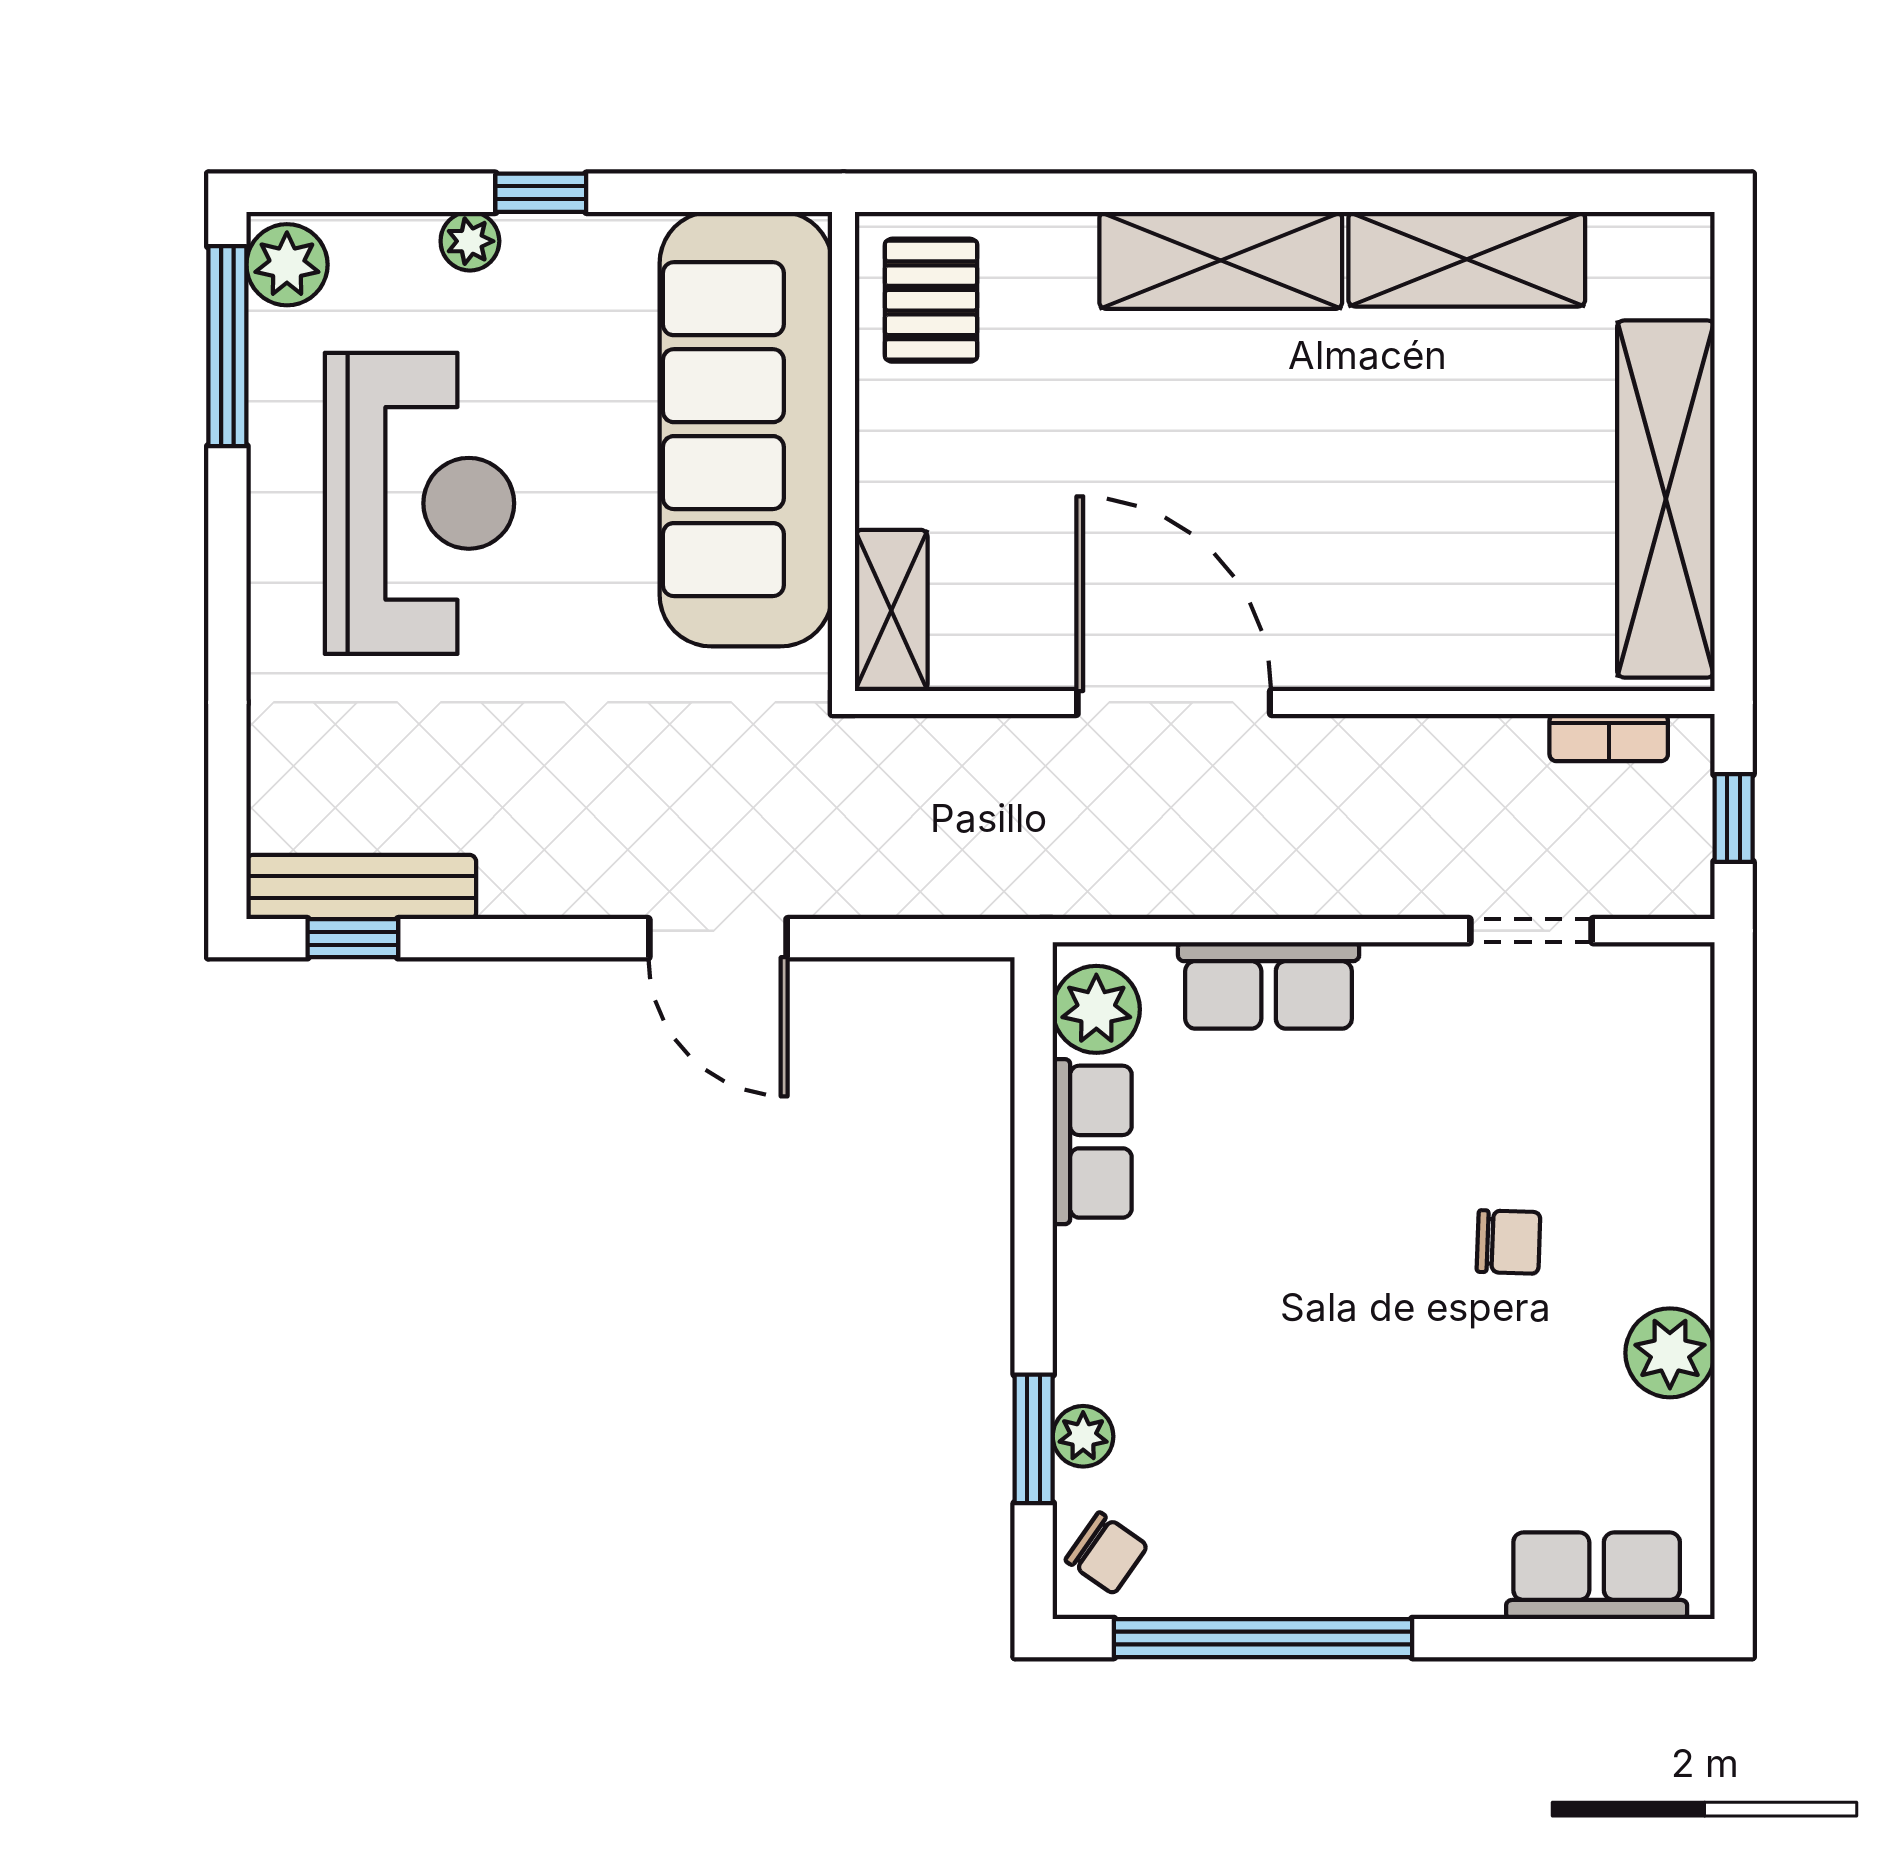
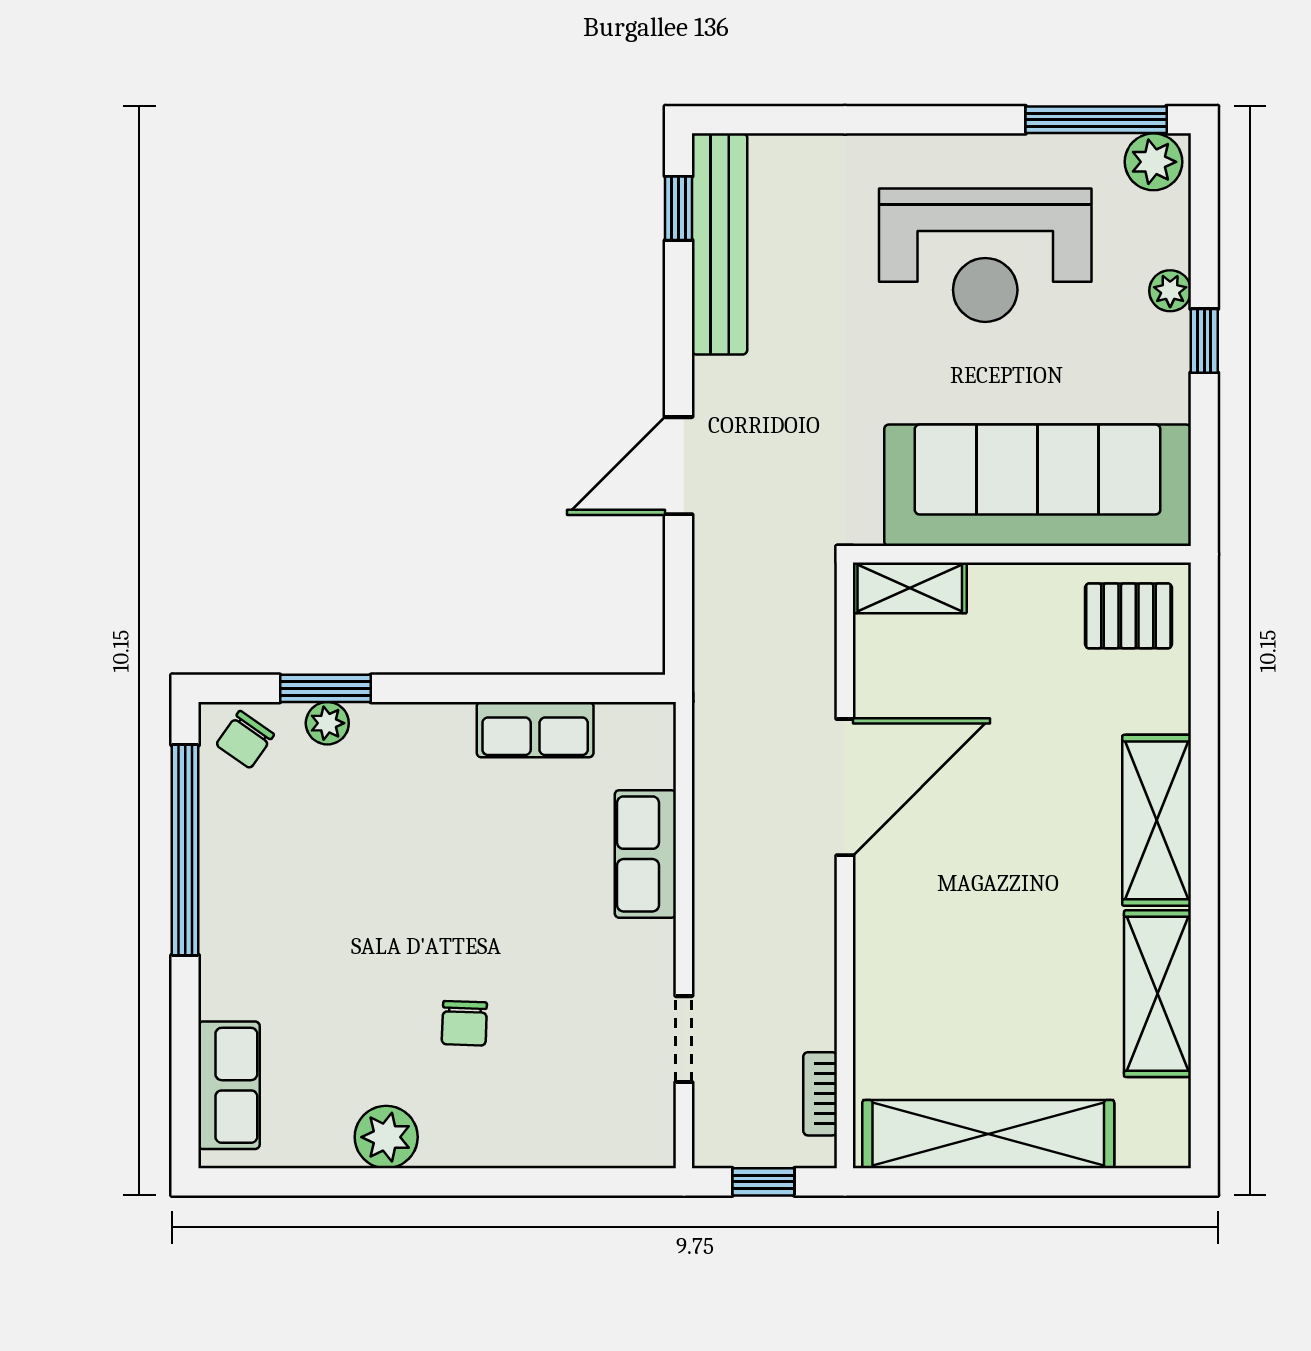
bench: (361, 887) -> (720, 244), width x1.37, depth x1.21
plant: (1096, 1009) -> (628, 732), removed

